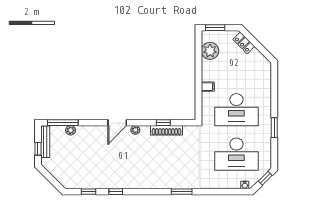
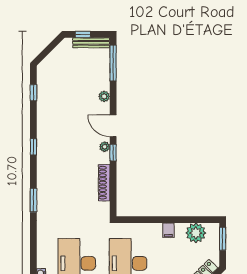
filing cabinet: (208, 87) -> (168, 230), moved
window: (163, 123) -> (113, 153), moved
plant: (71, 130) -> (104, 96), moved
window: (116, 192) -> (33, 147), moved

